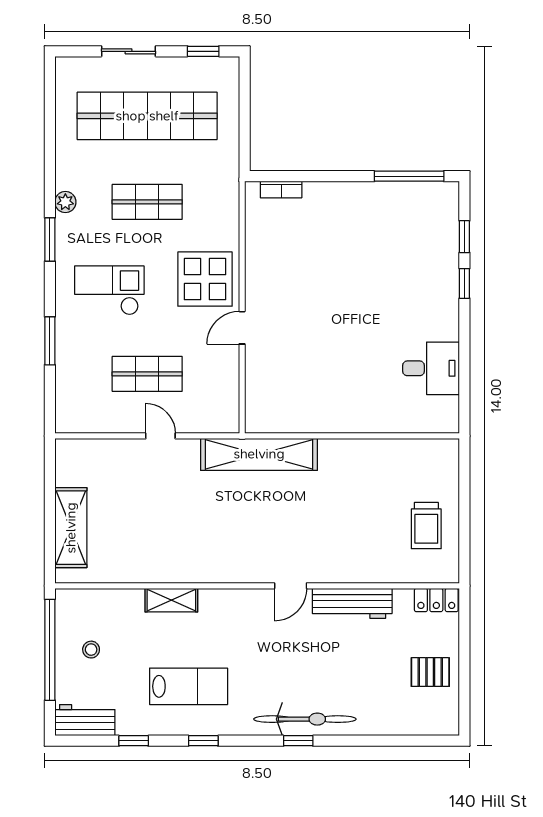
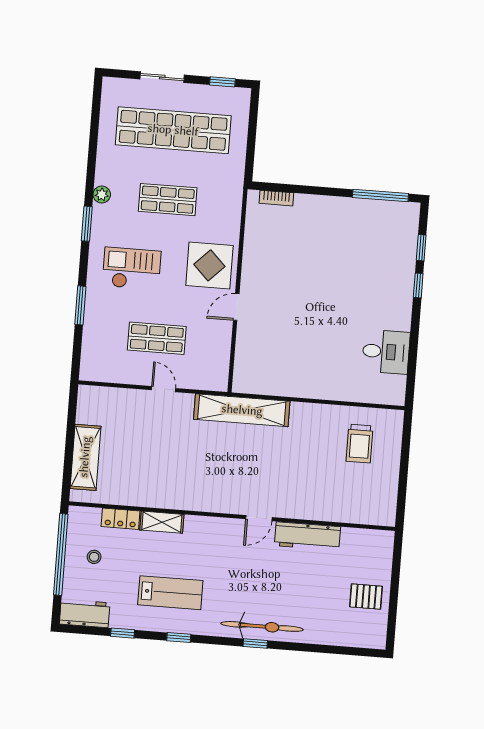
trolley: (426, 526) -> (360, 444), moved
locker: (436, 600) -> (121, 519), moved

